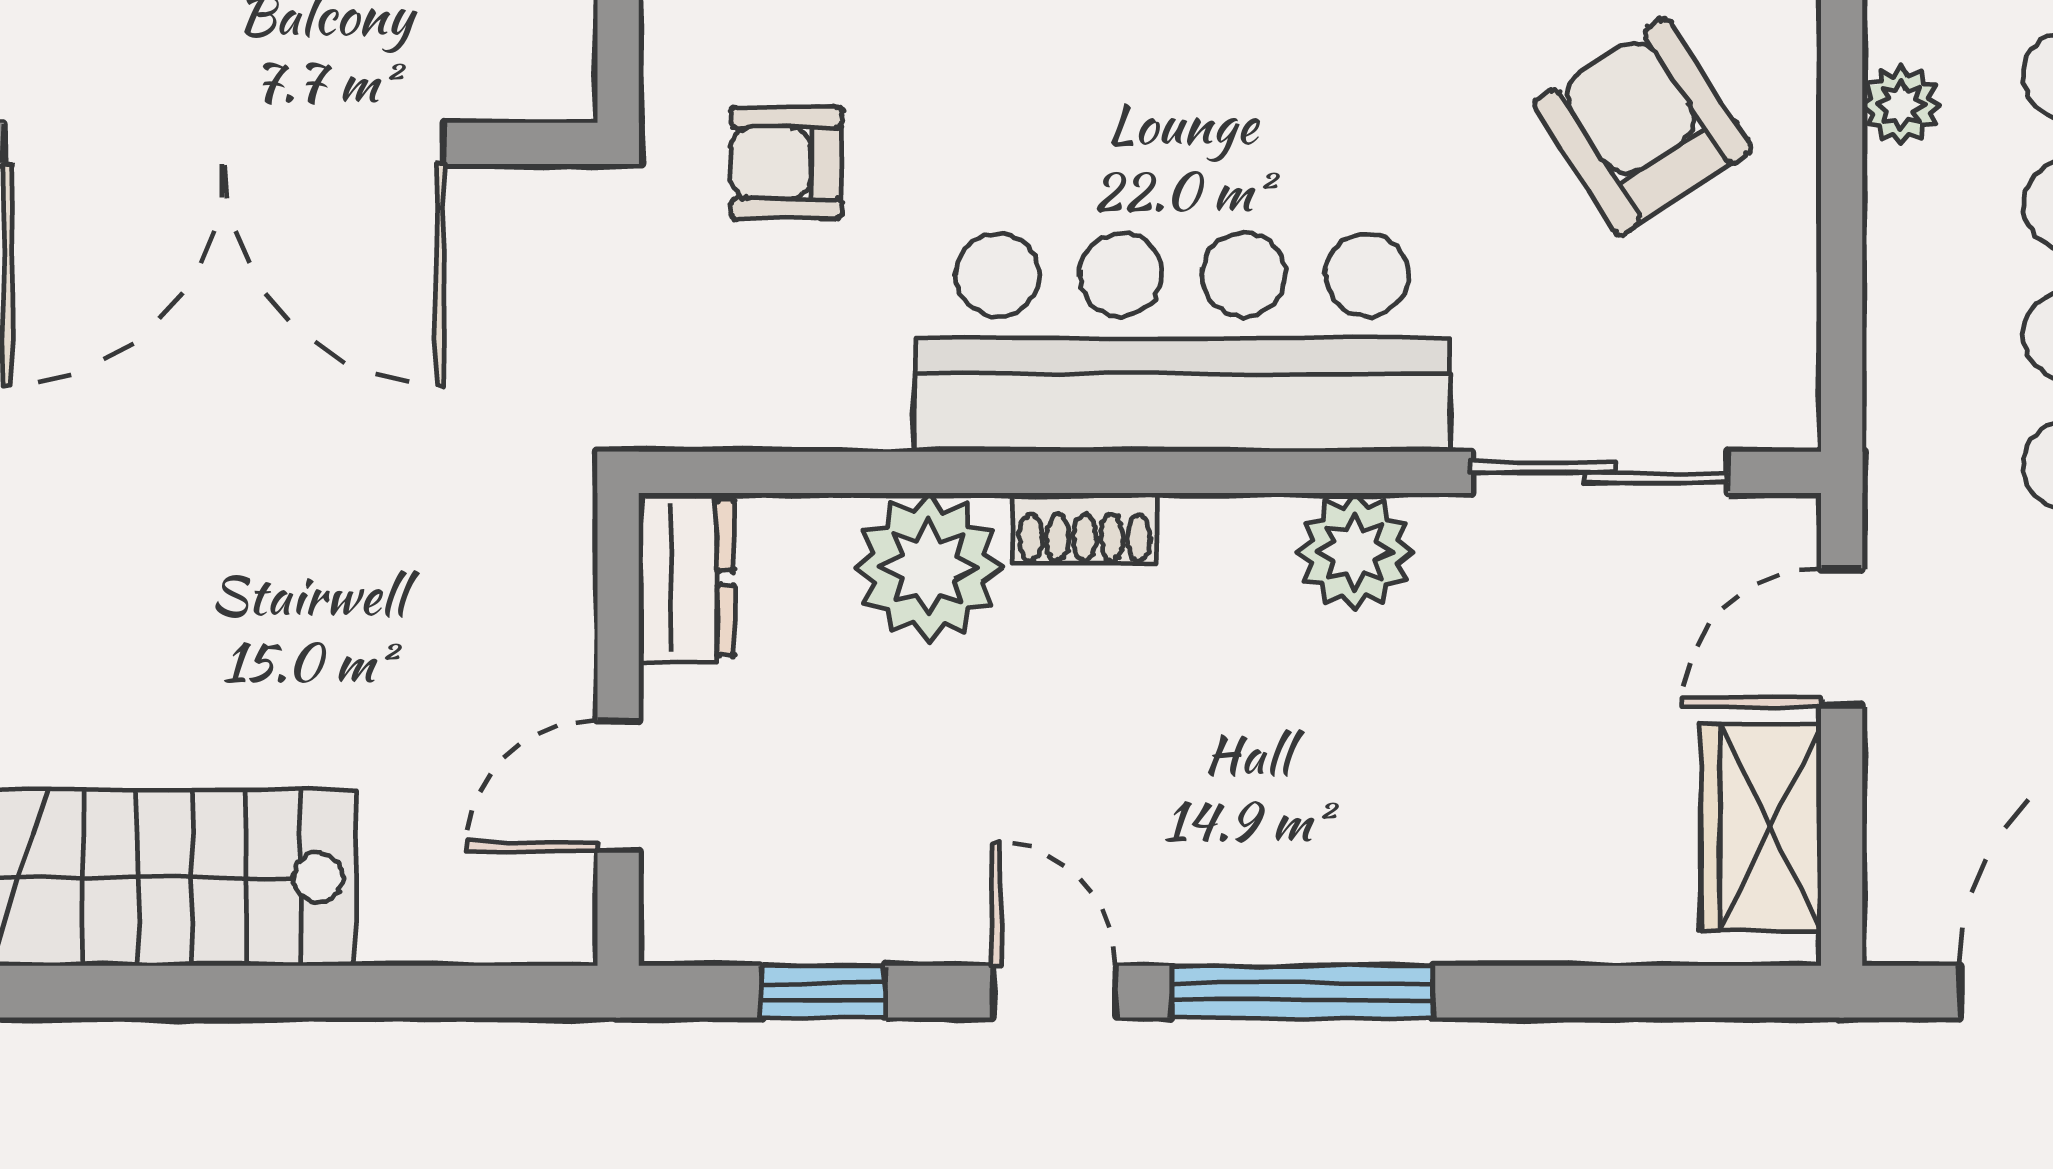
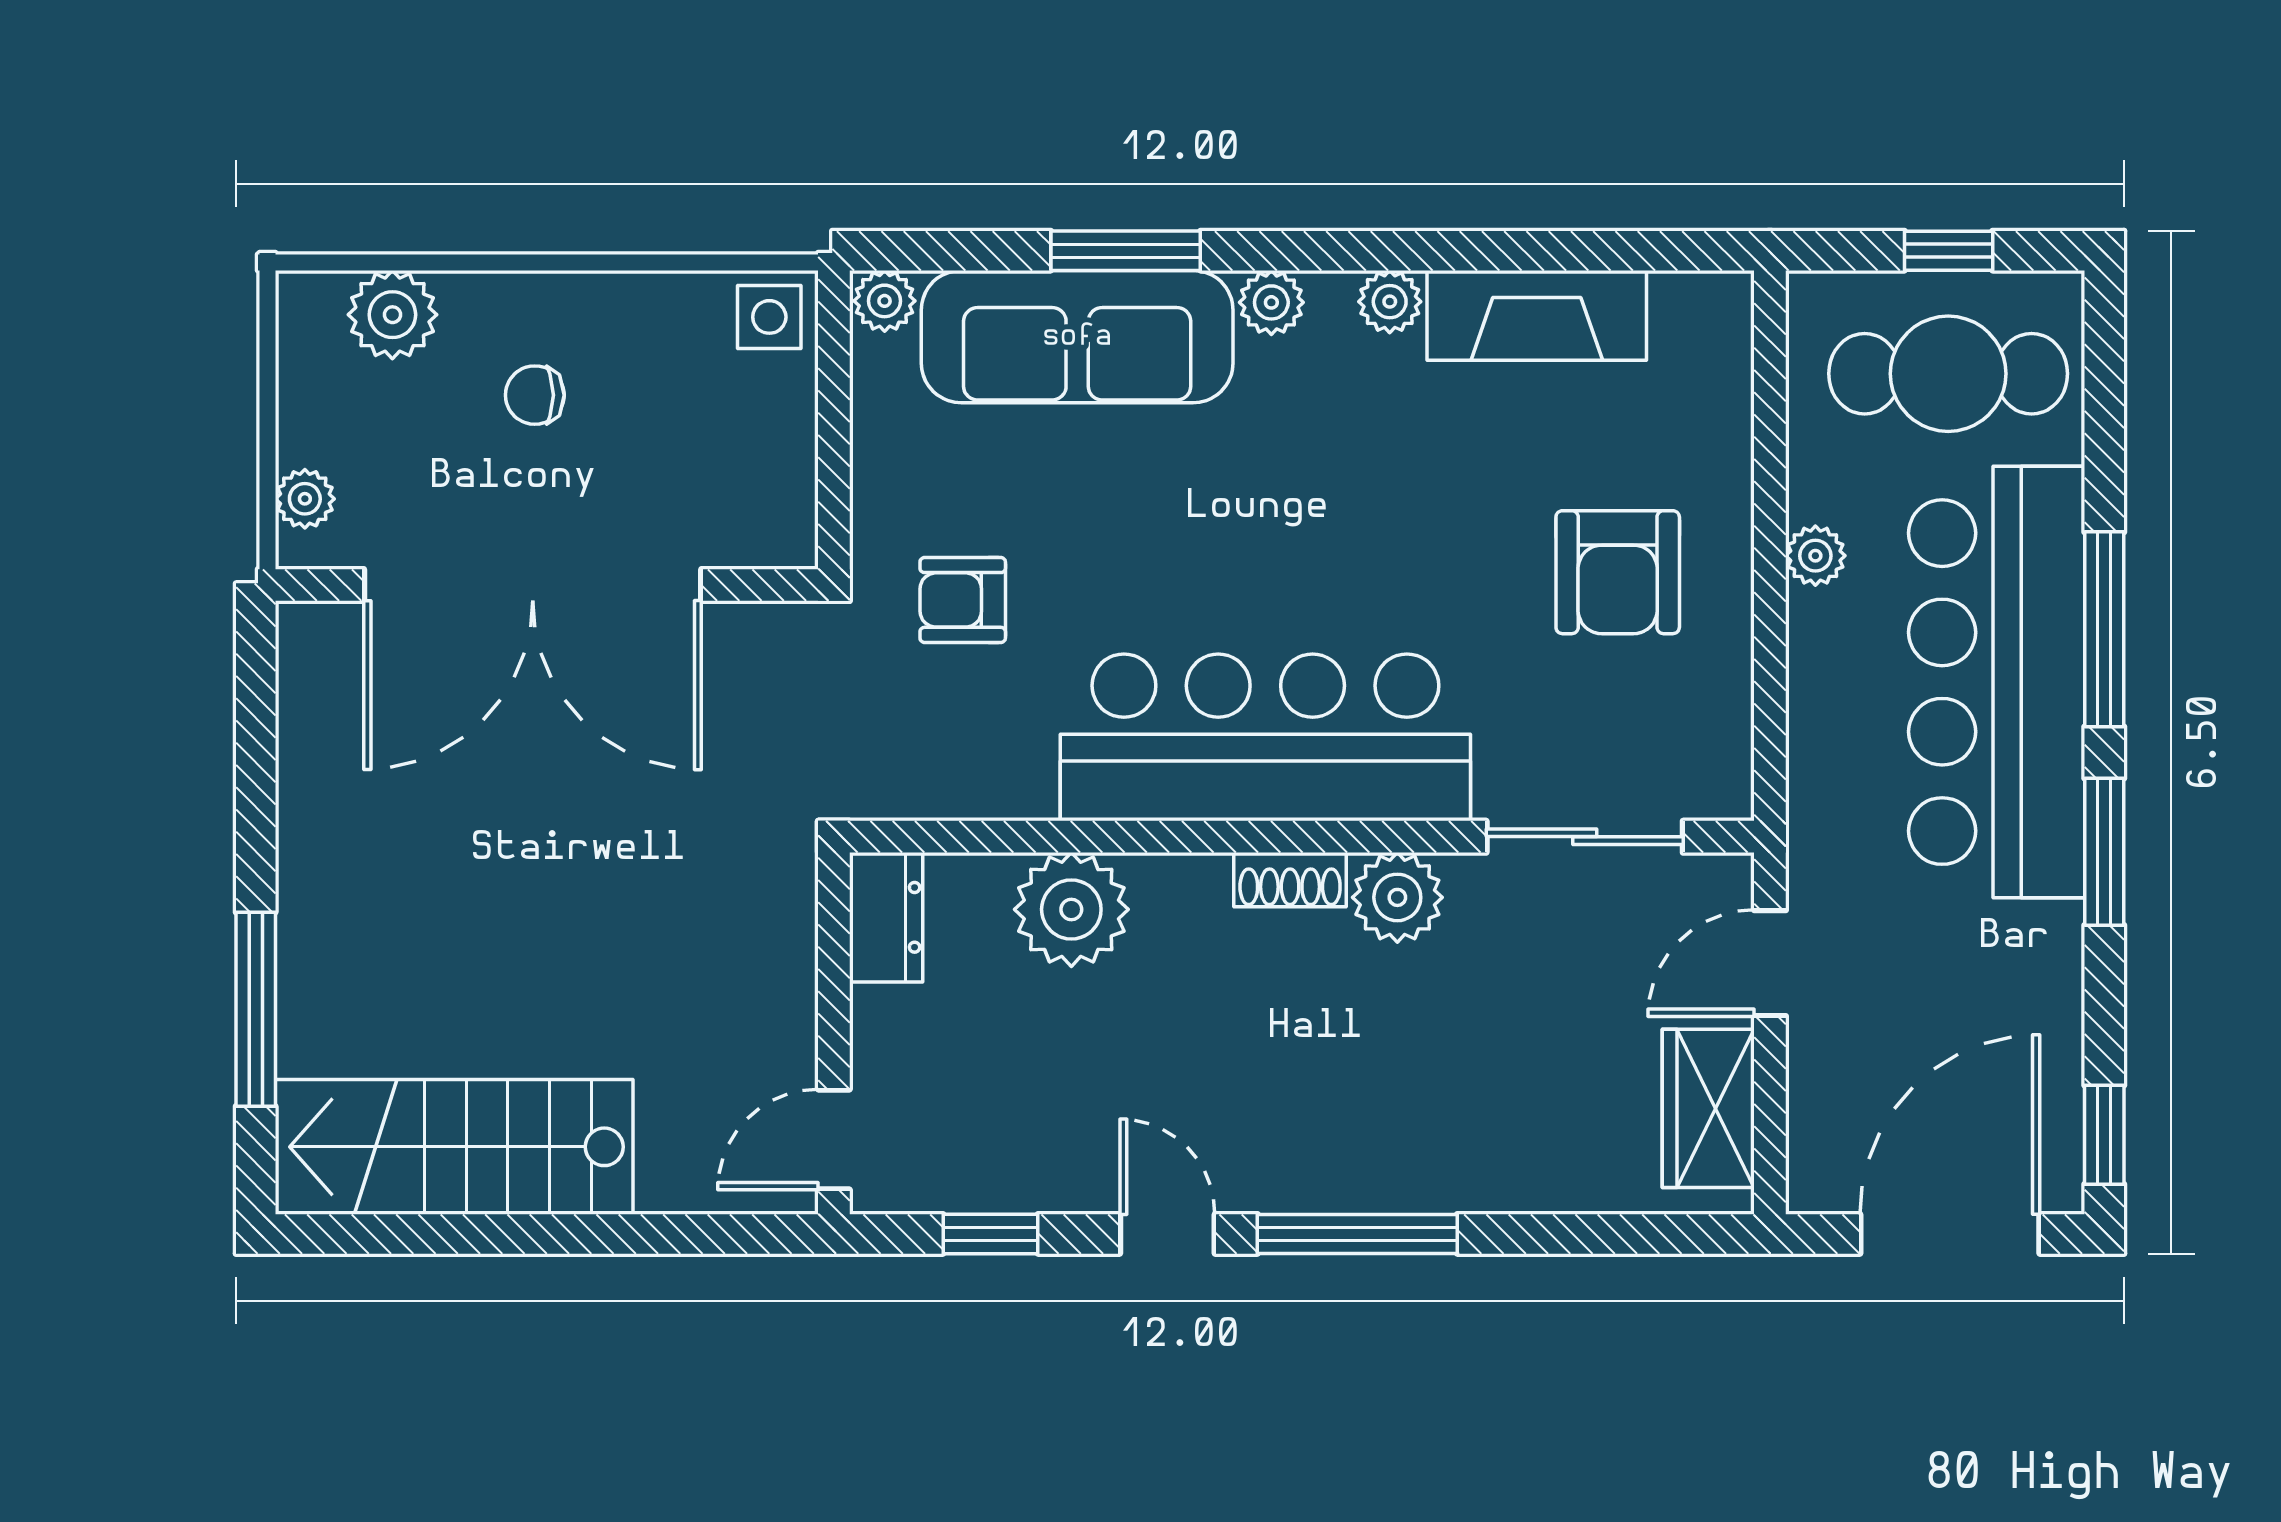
armchair: (1643, 127) -> (1618, 572), turned -147
shoe rack: (1085, 529) -> (1290, 880), moved
door: (618, 786) -> (834, 1139), moved

